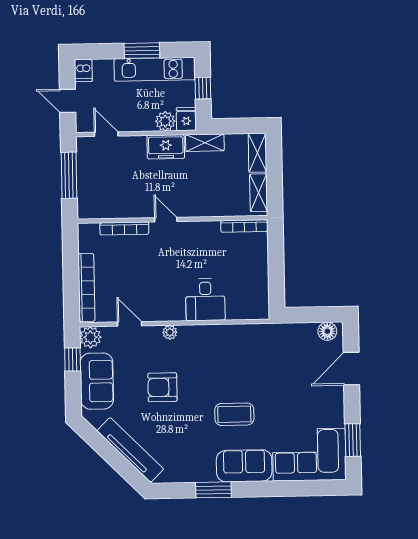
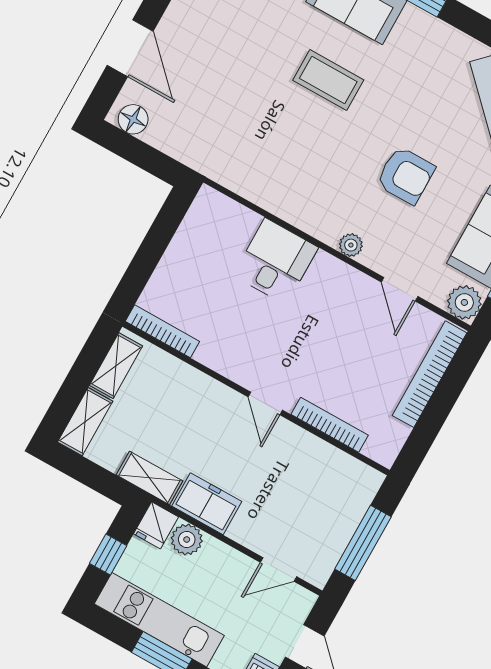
door: (106, 134) -> (278, 569), hinge flipped
door: (351, 369) -> (130, 48), hinge flipped

